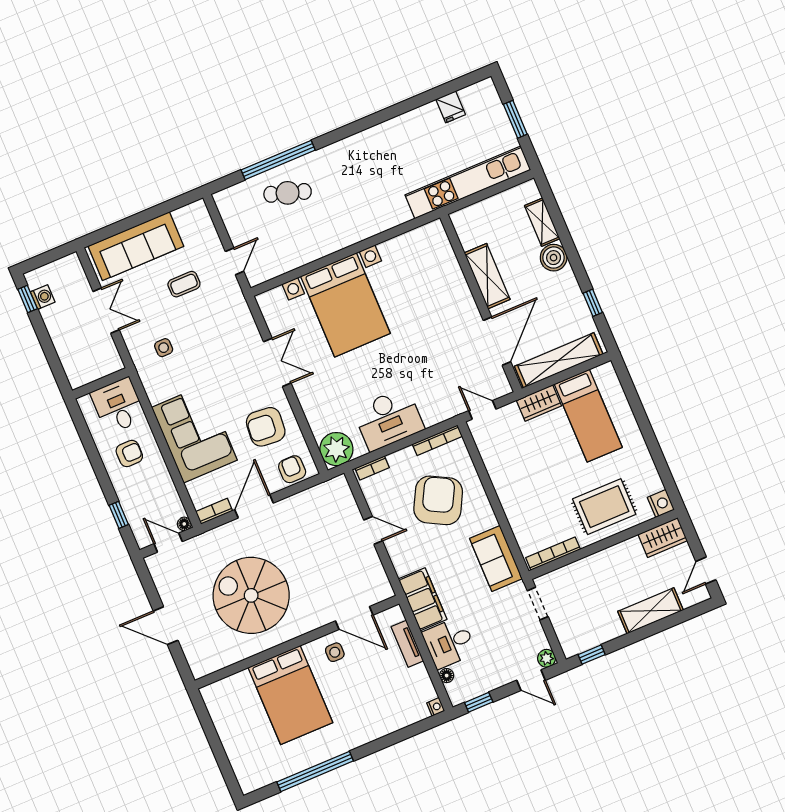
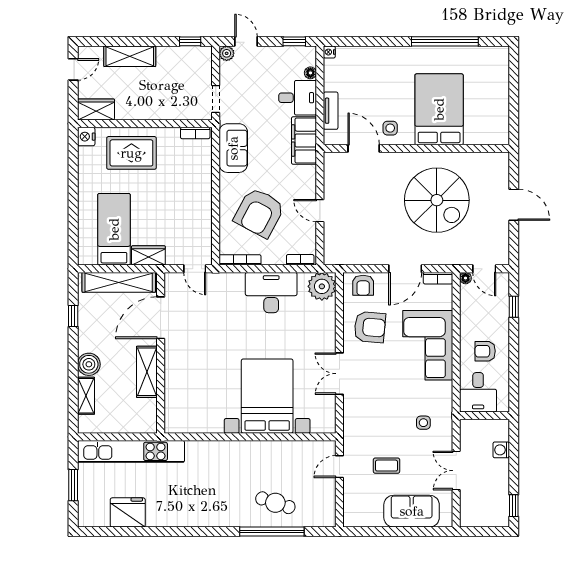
fridge: (451, 107) -> (128, 512), width x1.88, depth x1.34
sofa: (136, 246) -> (412, 511), width x0.73
washing machine: (43, 297) -> (501, 450), moved
bookcase: (553, 554) -> (195, 133), width x0.64

